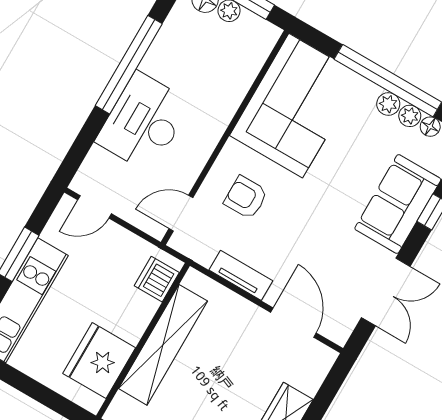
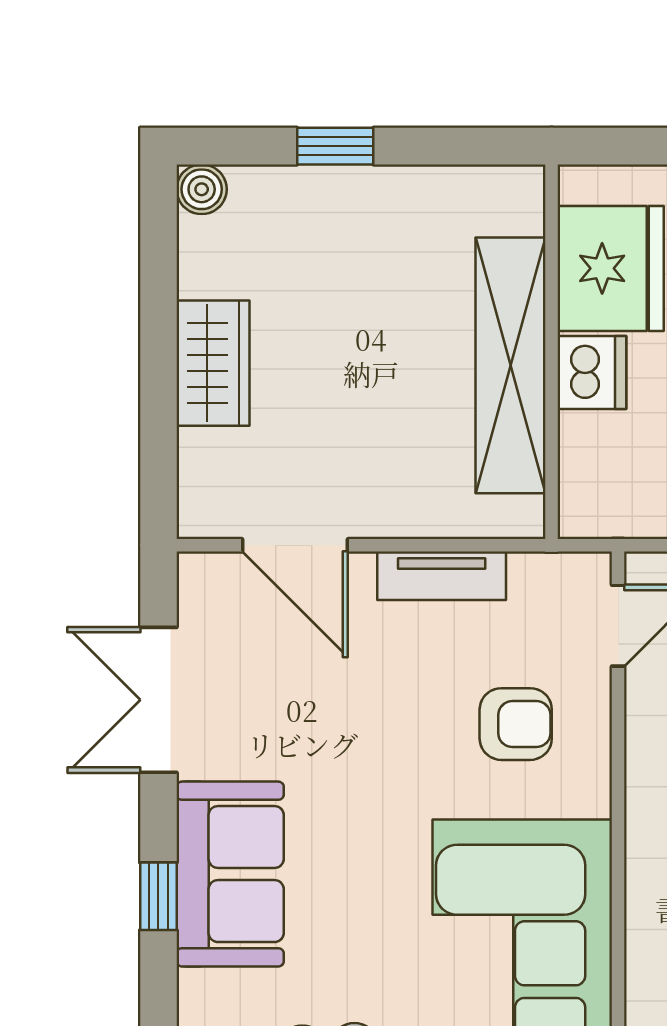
dishwasher: (157, 279) -> (592, 372), moved

